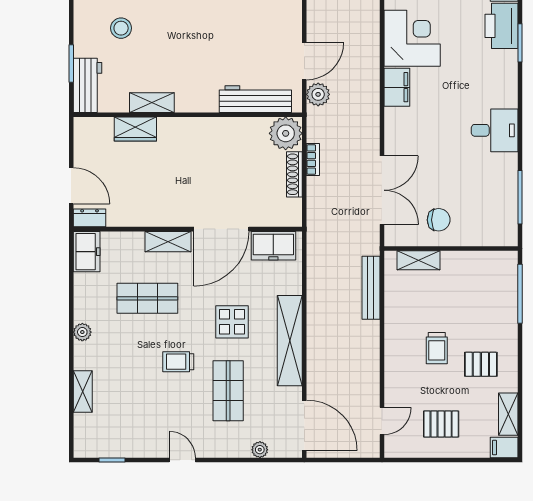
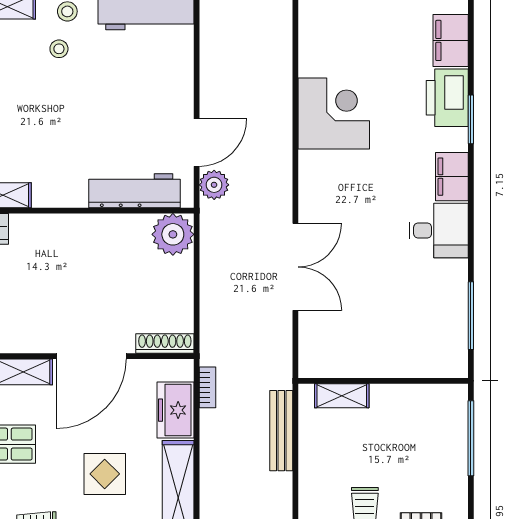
filing cabinet: (397, 87) -> (452, 177), moved, turned 180
bookcase: (313, 160) -> (207, 387), moved
shoe rack: (294, 174) -> (165, 344), moved, turned 90
double door: (382, 190) -> (295, 267), moved
chair: (439, 220) -> (367, 344), removed
freezer: (273, 246) -> (175, 410), moved, turned 90

